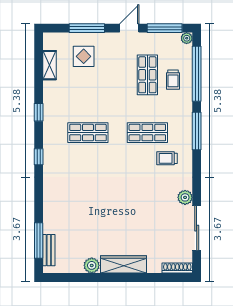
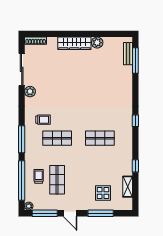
door: (129, 28) -> (70, 213), hinge flipped
window: (39, 112) -> (135, 166), moved

